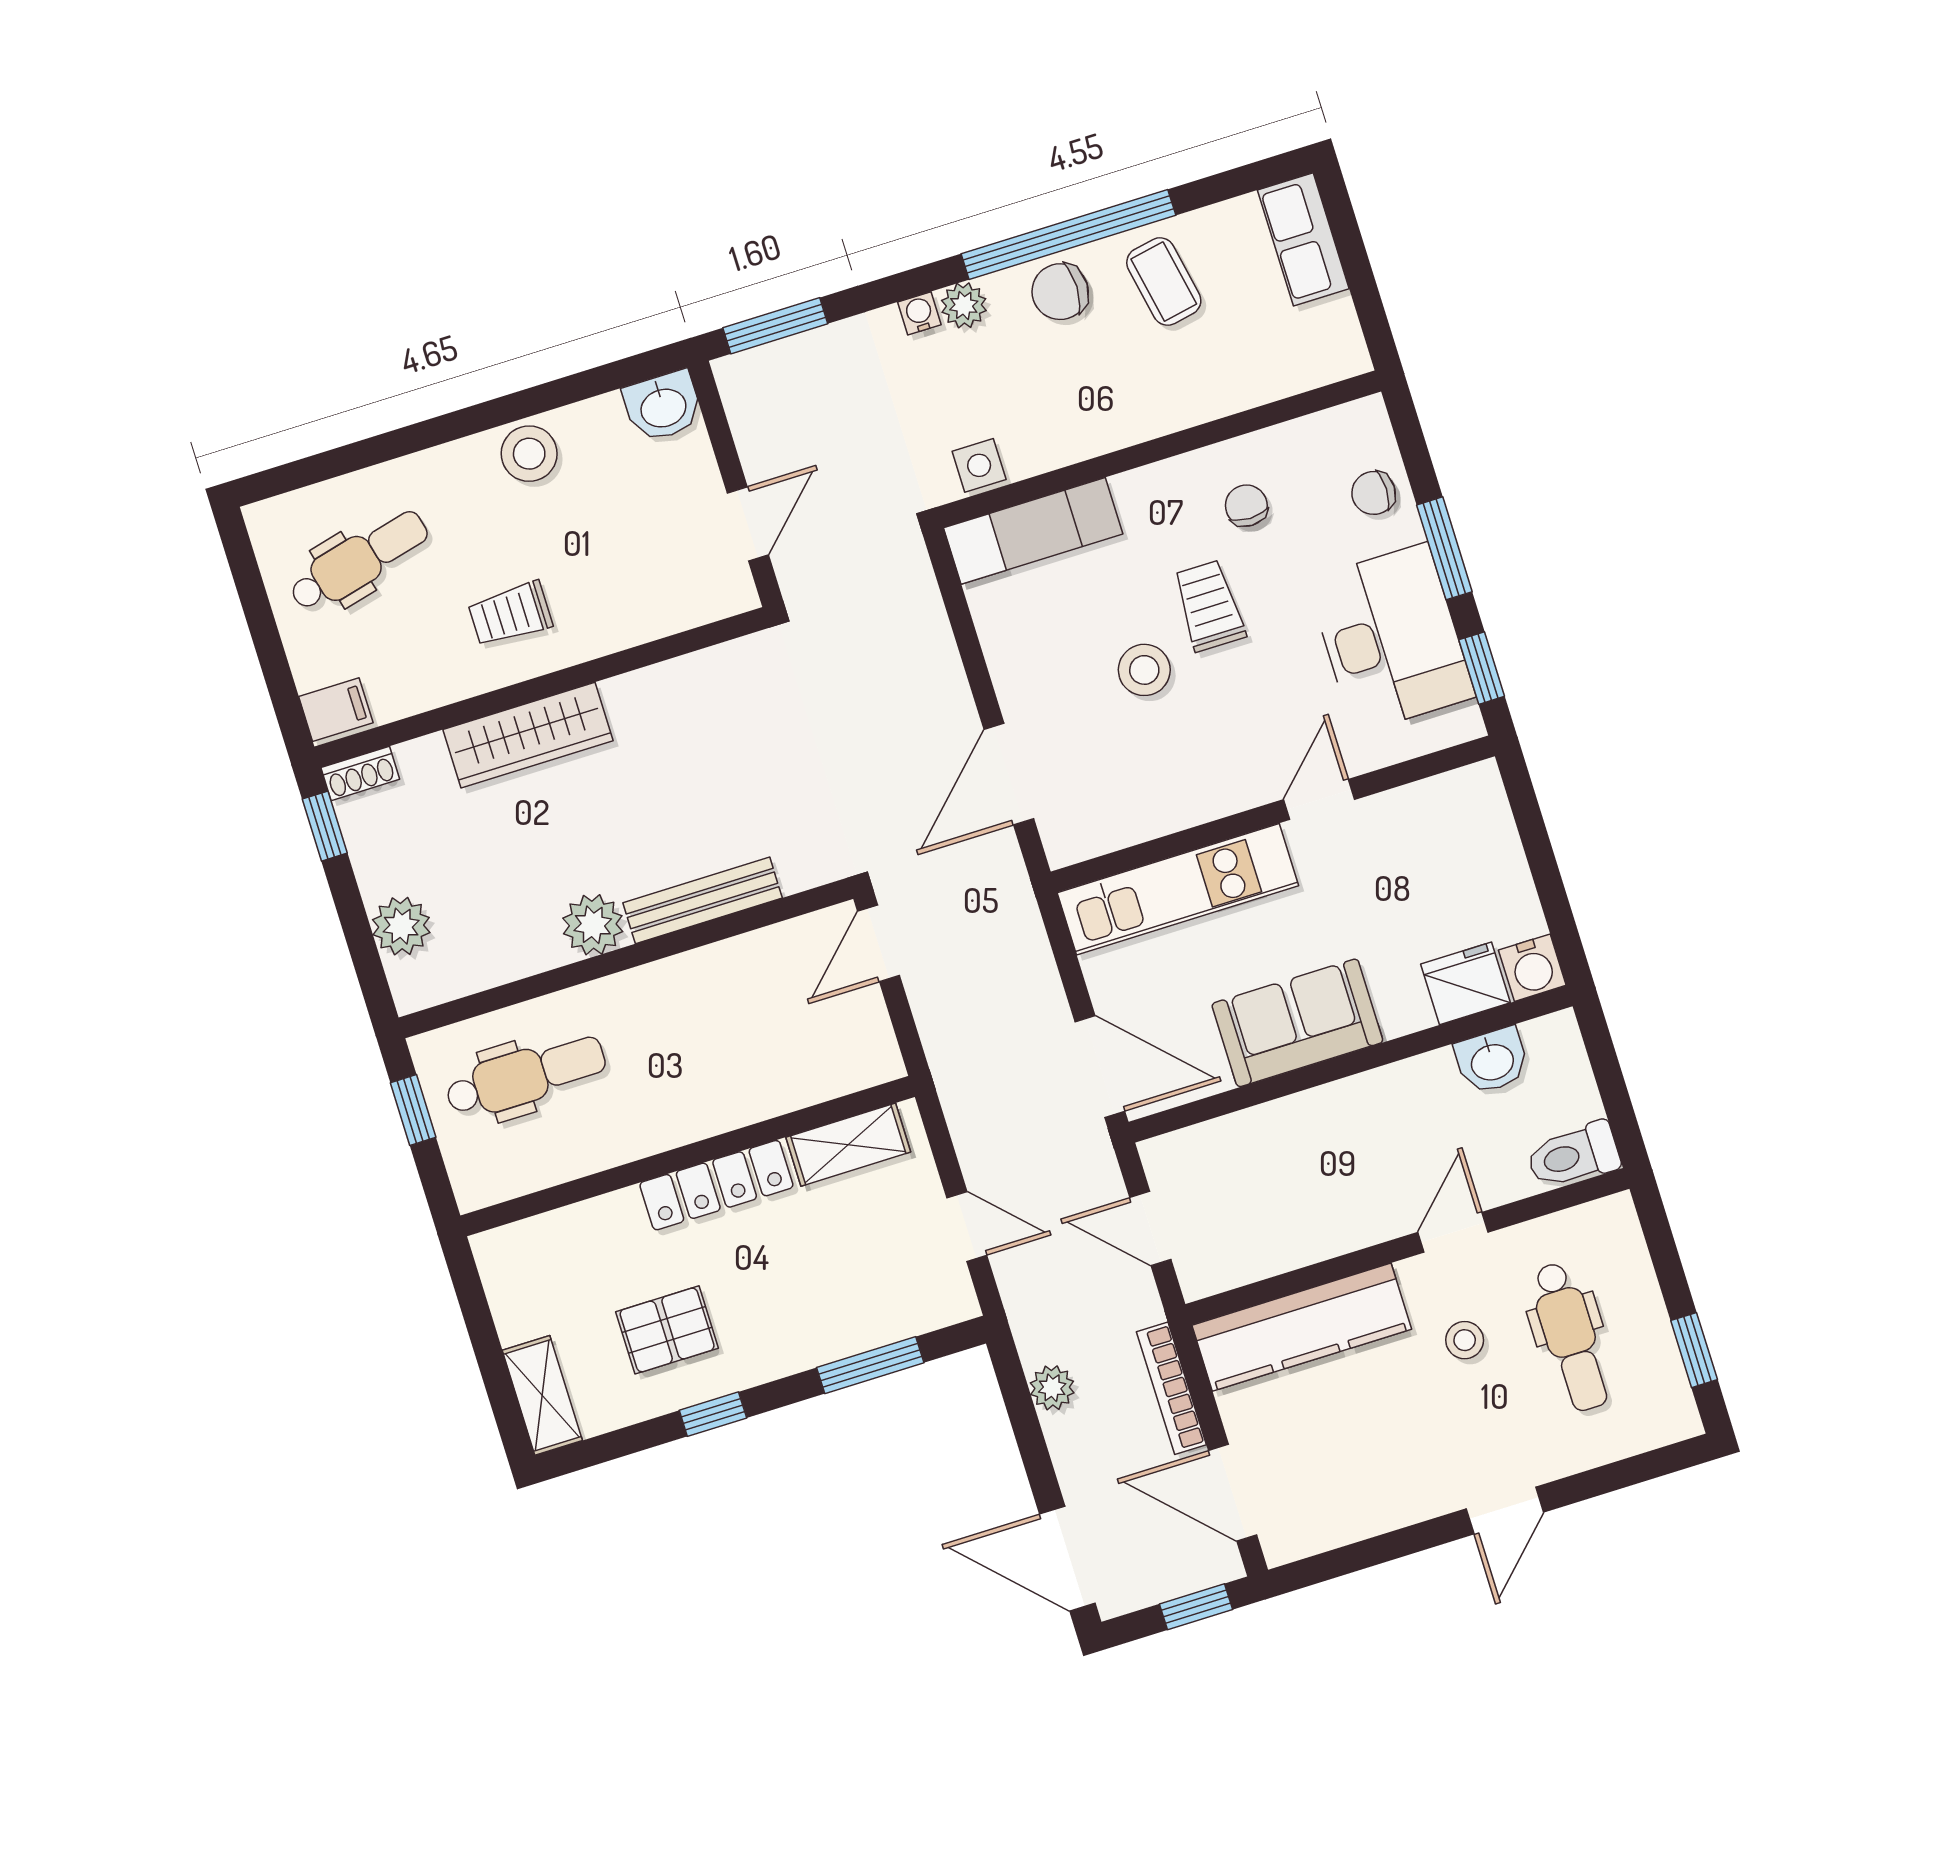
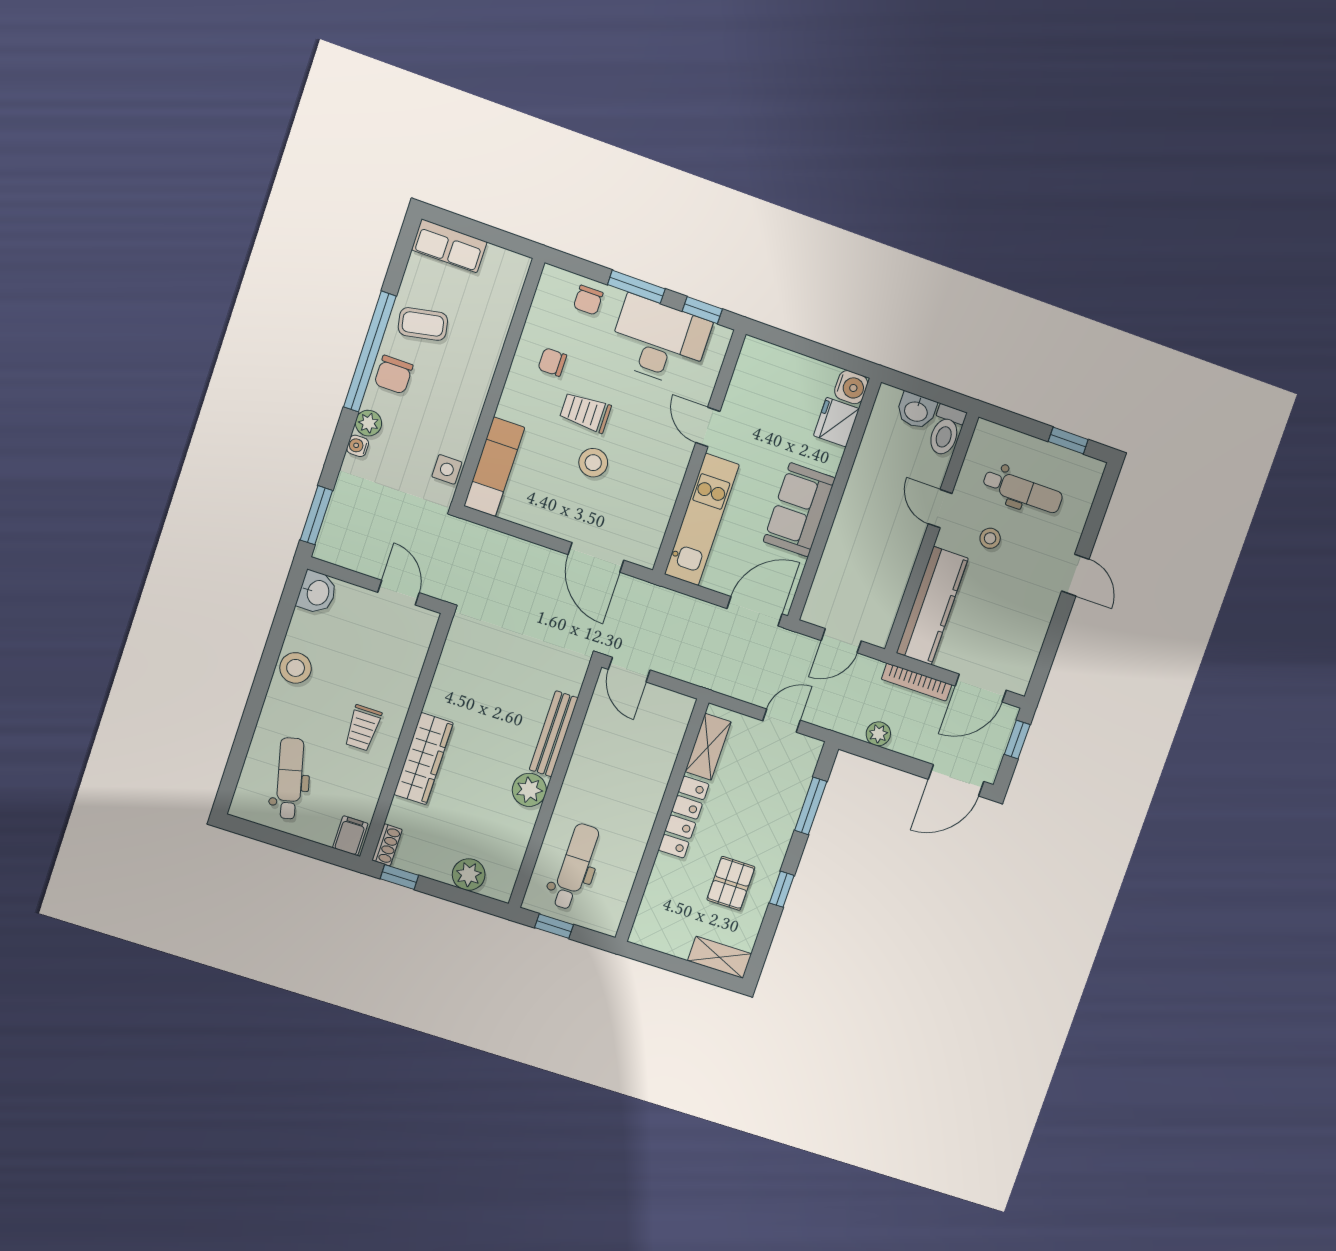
washbasin: (1492, 1061) -> (916, 411), moved, turned 90

